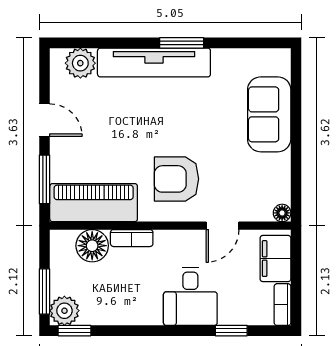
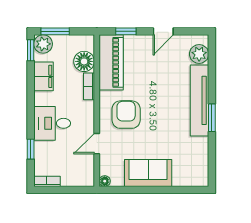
sofa: (269, 114) -> (148, 173), moved
window: (45, 179) -> (126, 31), width x0.67
door: (223, 226) -> (97, 144), hinge flipped
filing cabinet: (275, 259) -> (44, 76), moved, turned 90

